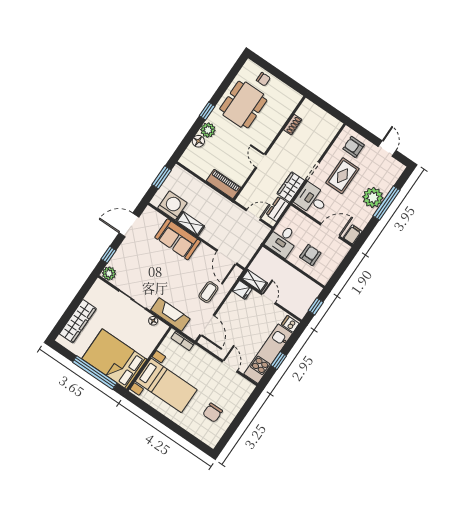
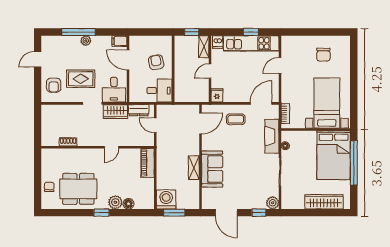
plant: (373, 197) -> (86, 41), width x0.53, depth x0.53
washing machine: (172, 205) -> (166, 199), moved, turned 90
armchair: (310, 255) -> (156, 62), turned 79
shelving: (254, 281) -> (204, 47), moved
chair: (213, 413) -> (323, 55), turned 90

